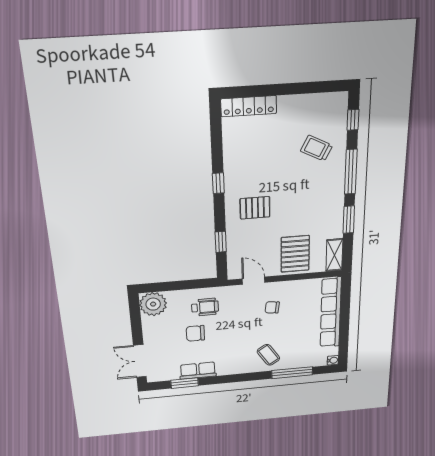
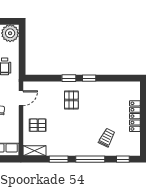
locker: (249, 106) -> (135, 116), moved
window: (221, 242) -> (69, 78), moved
pallet: (295, 254) -> (38, 125), width x0.67, depth x0.71

